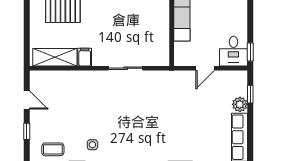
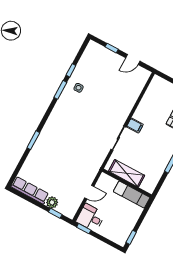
shelving: (55, 57) -> (127, 173), moved, turned 90
filing cabinet: (85, 57) -> (135, 126), moved
door: (205, 68) -> (89, 192), swing flipped
coffee table: (53, 149) -> (90, 59), removed

